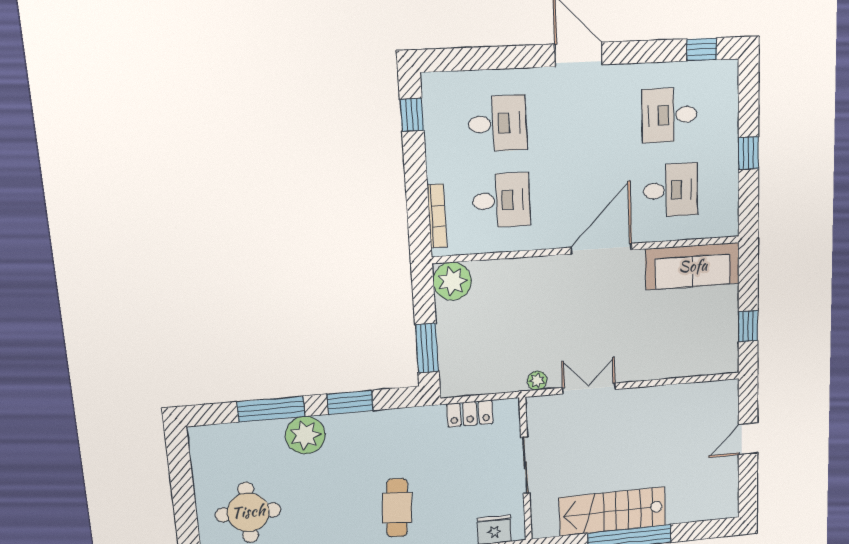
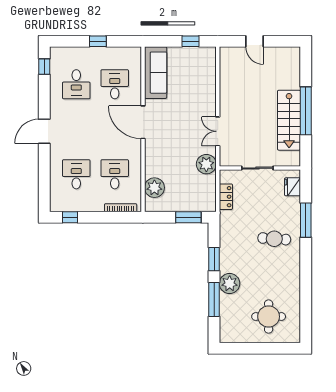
plant: (452, 281) -> (154, 188), moved
plant: (537, 381) -> (206, 164), width x1.88, depth x1.88

